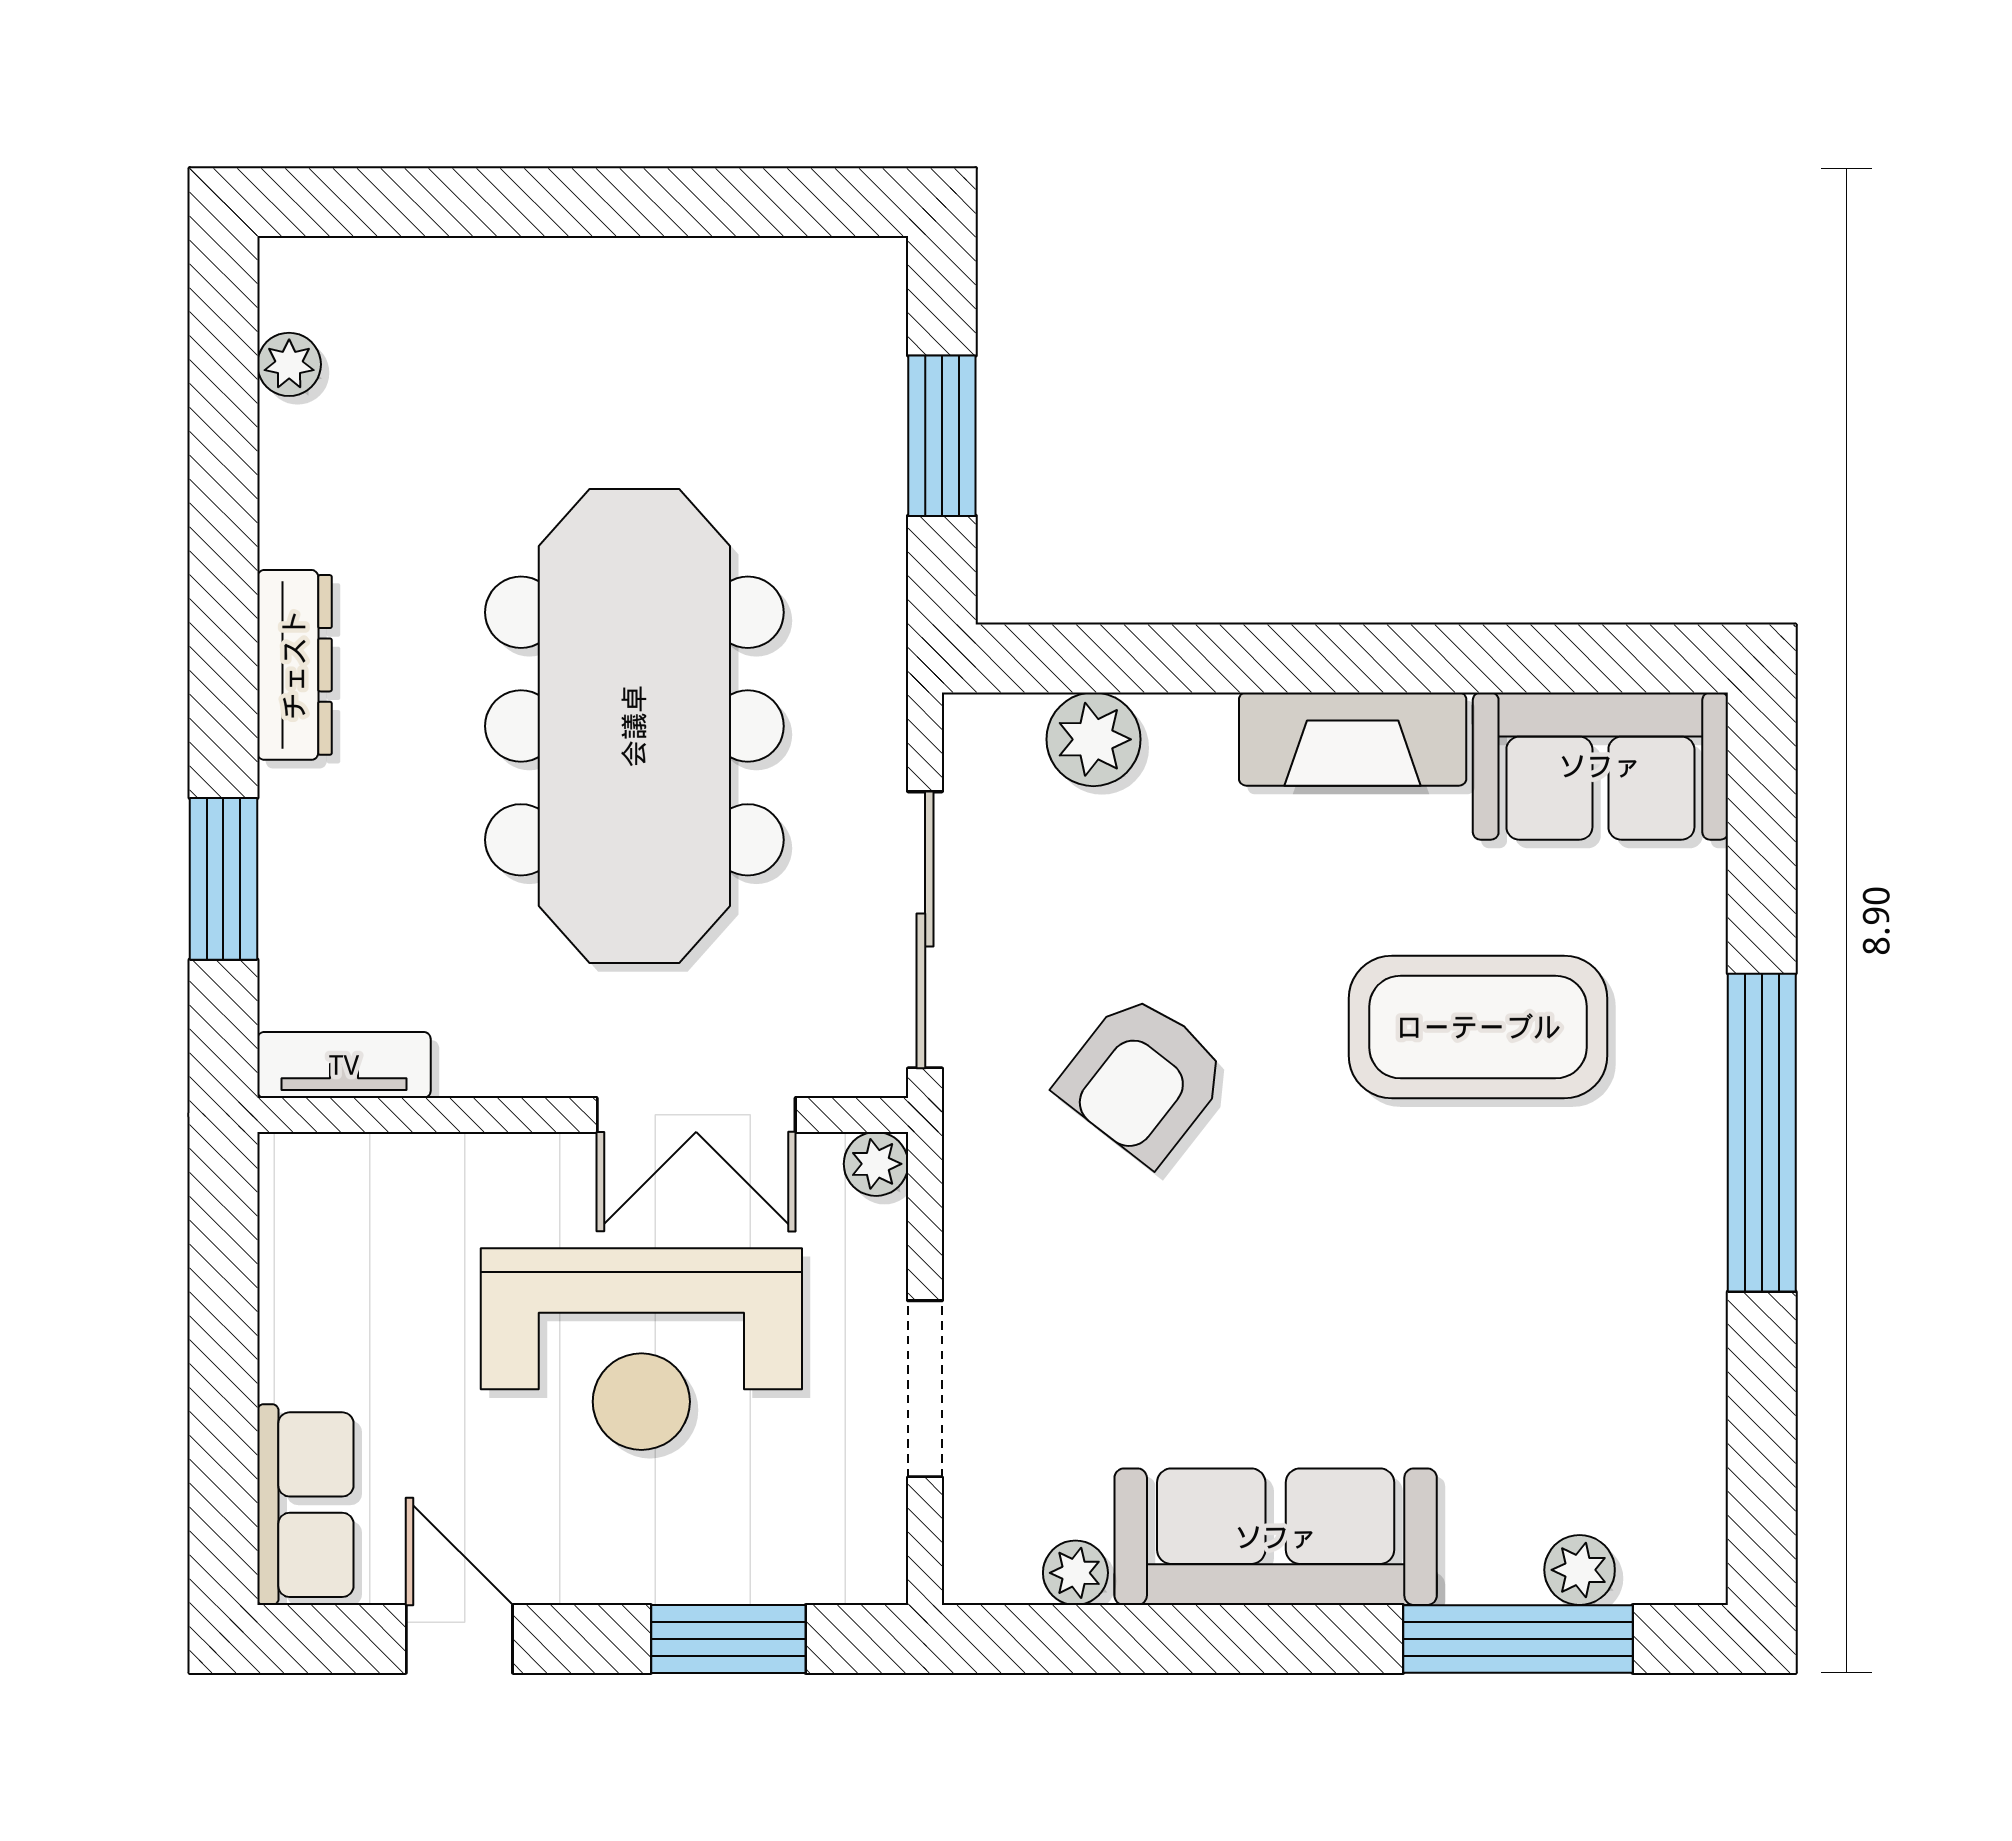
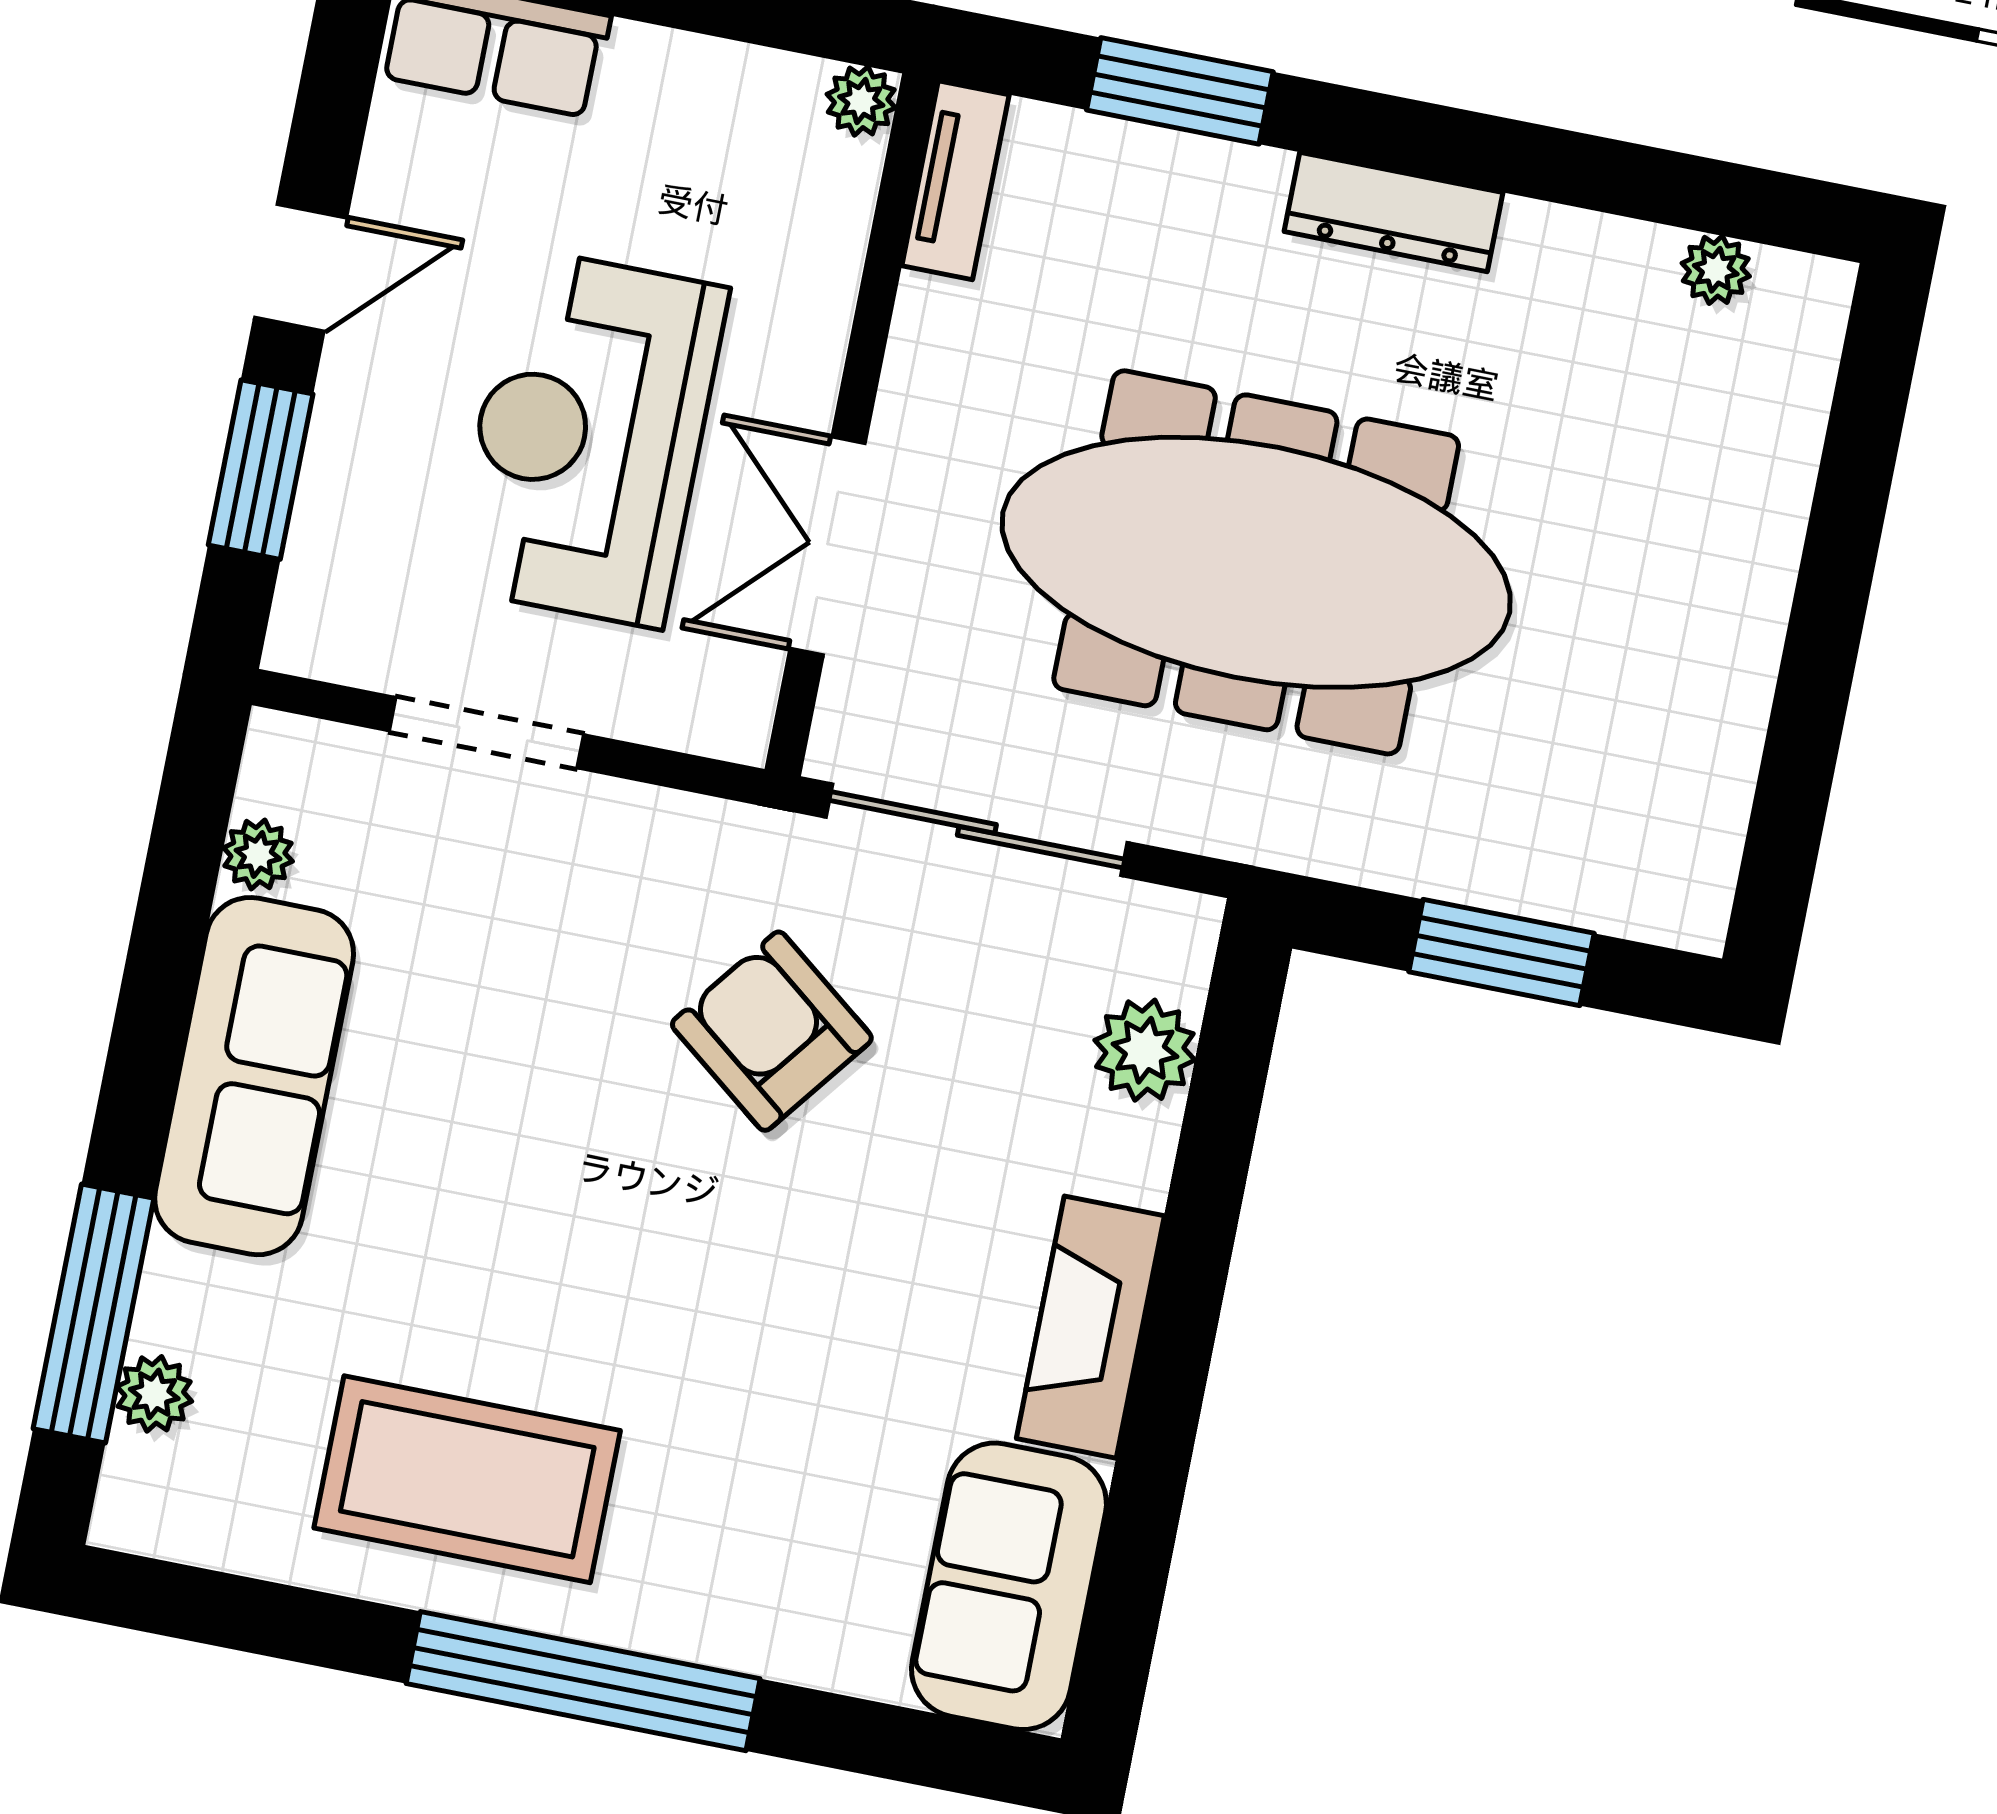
coffee table: (1478, 1027) -> (467, 1479), moved, turned 90
plant: (876, 1164) -> (861, 101), moved
door: (459, 1639) -> (301, 268), moved

